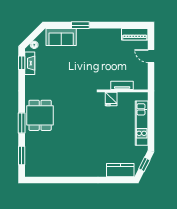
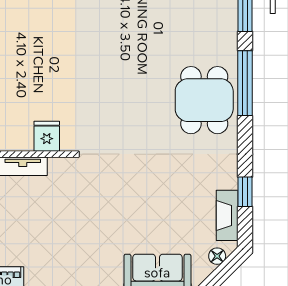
window: (22, 63) -> (245, 192), moved
window: (22, 123) -> (245, 83), width x1.44

